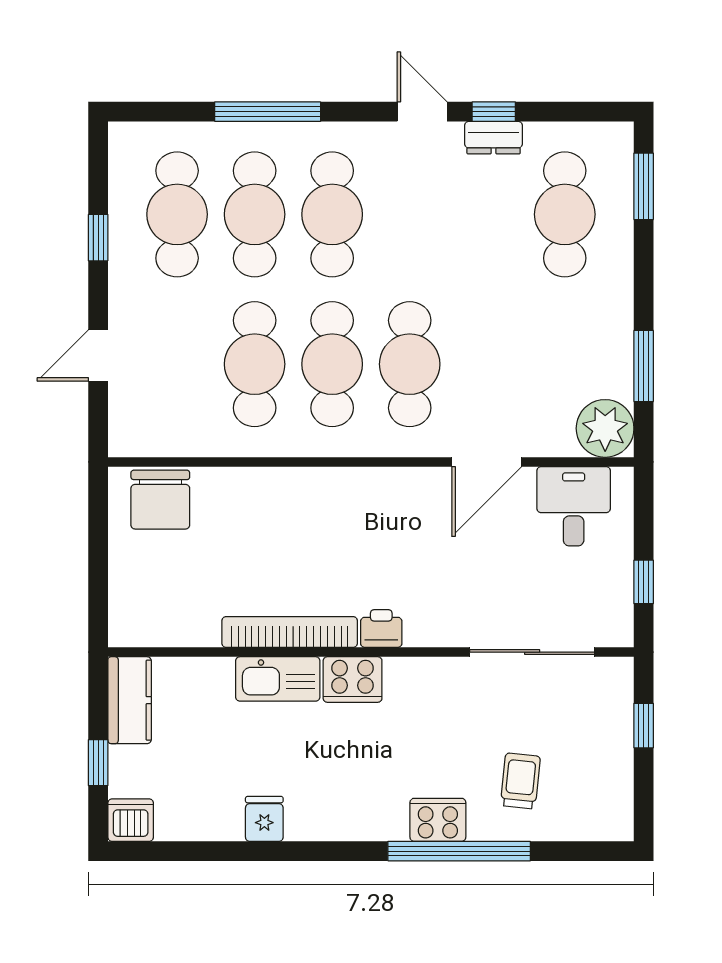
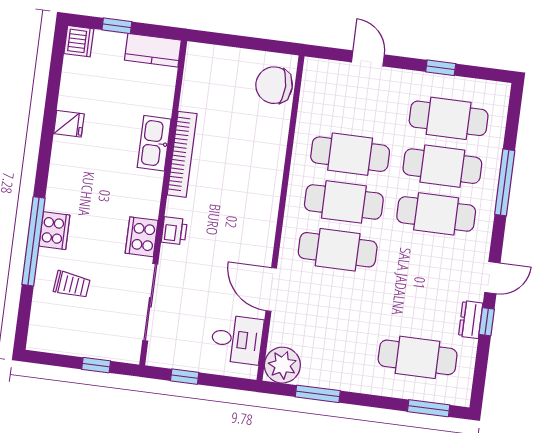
printer: (381, 629) -> (174, 231), moved
cooker: (353, 680) -> (142, 237), moved

